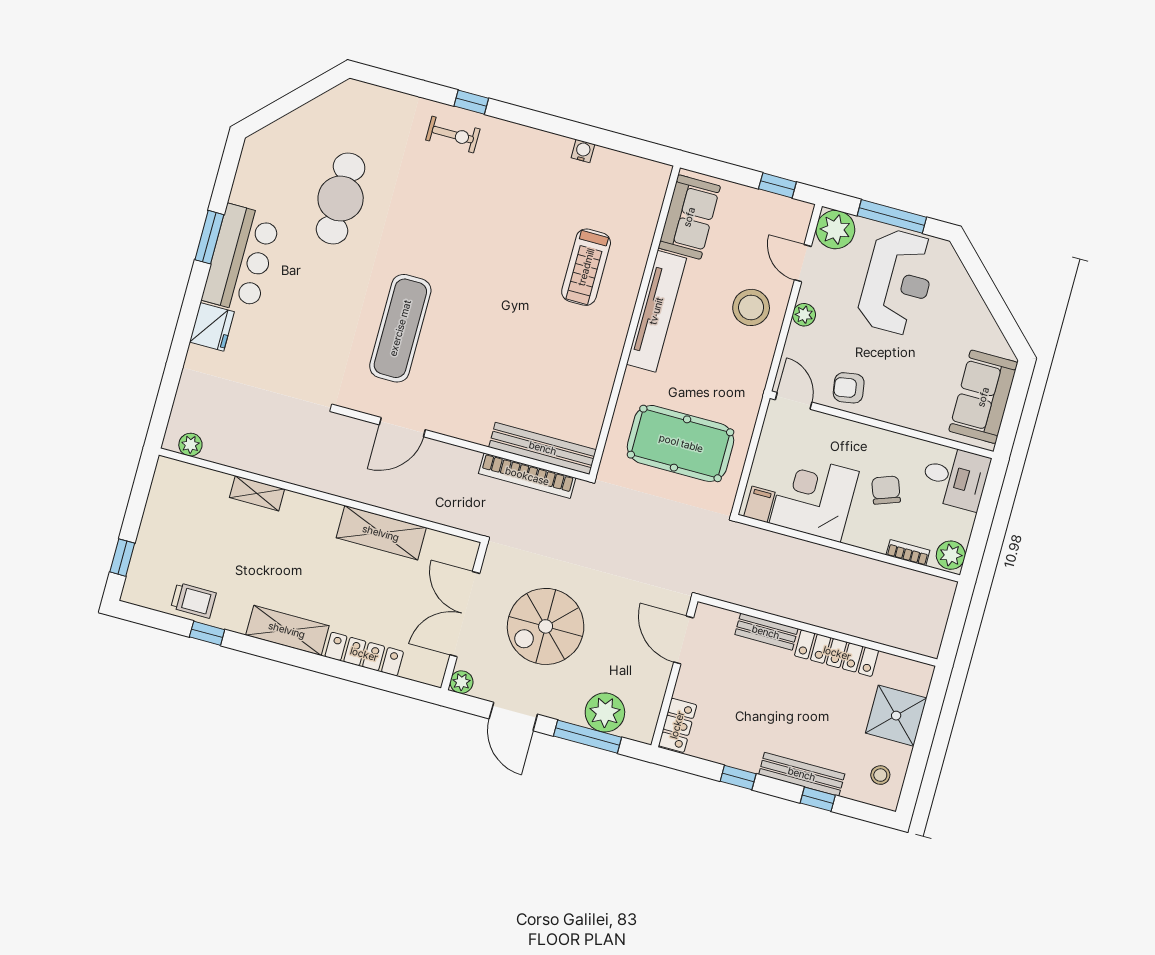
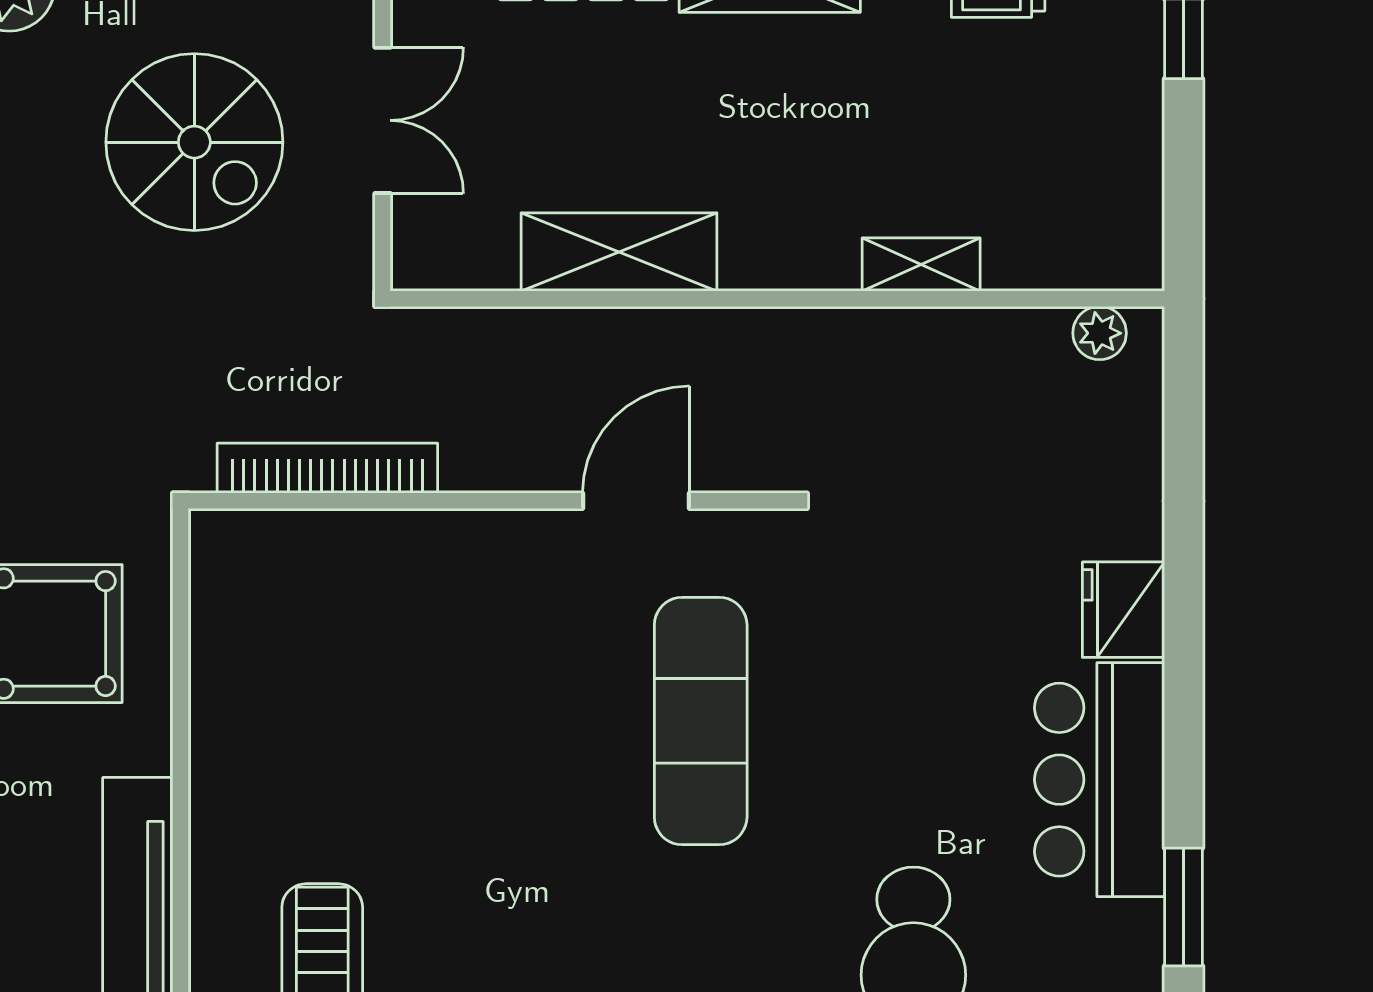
window: (209, 237) -> (1184, 907), moved
bench: (543, 448) -> (309, 539), removed
double door: (465, 614) -> (383, 120), width x0.73
spiral stairs: (546, 626) -> (194, 142), turned 90

